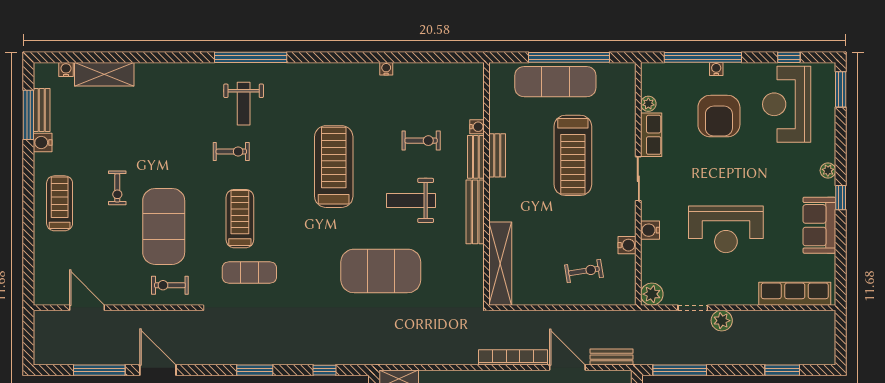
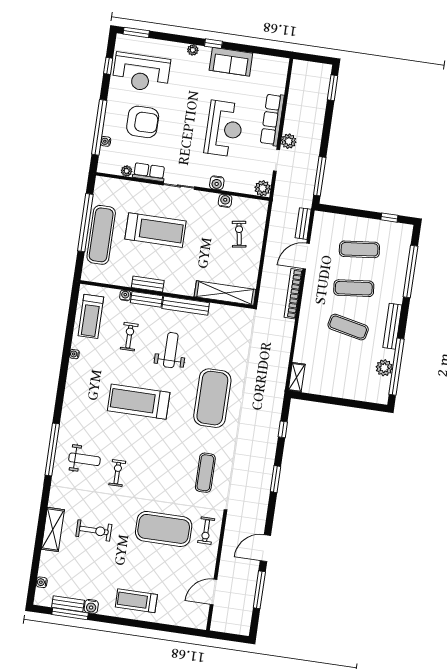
water cooler: (716, 69) -> (106, 141), moved
shelving: (104, 74) -> (53, 529), moved
exercise bike: (117, 188) -> (94, 530), moved, width x1.38, depth x1.39
weight bench: (411, 200) -> (171, 350), turned 180
treadmill: (240, 219) -> (91, 316), moved, turned -90
exercise mat: (381, 271) -> (212, 398), moved
row of seats: (795, 294) -> (272, 120), moved
window: (782, 370) -> (333, 88), moved

